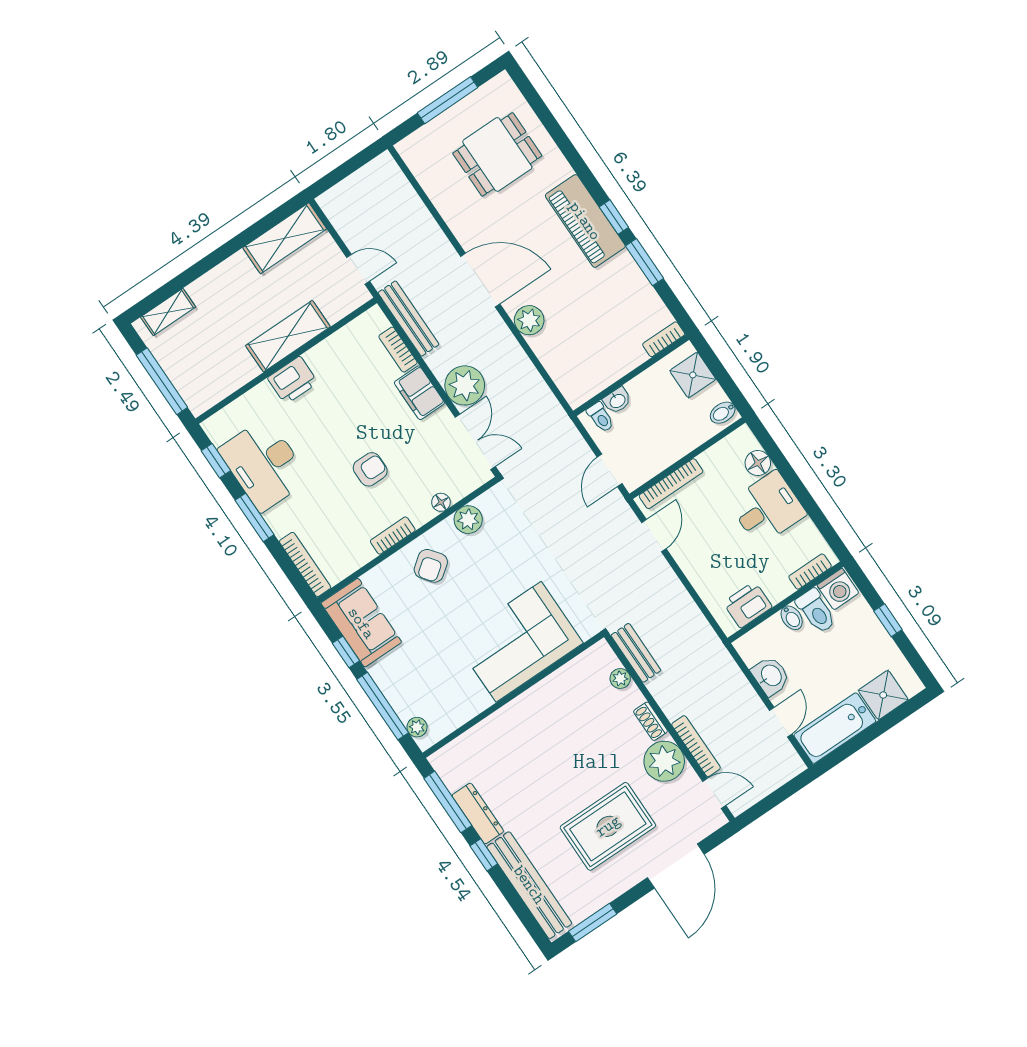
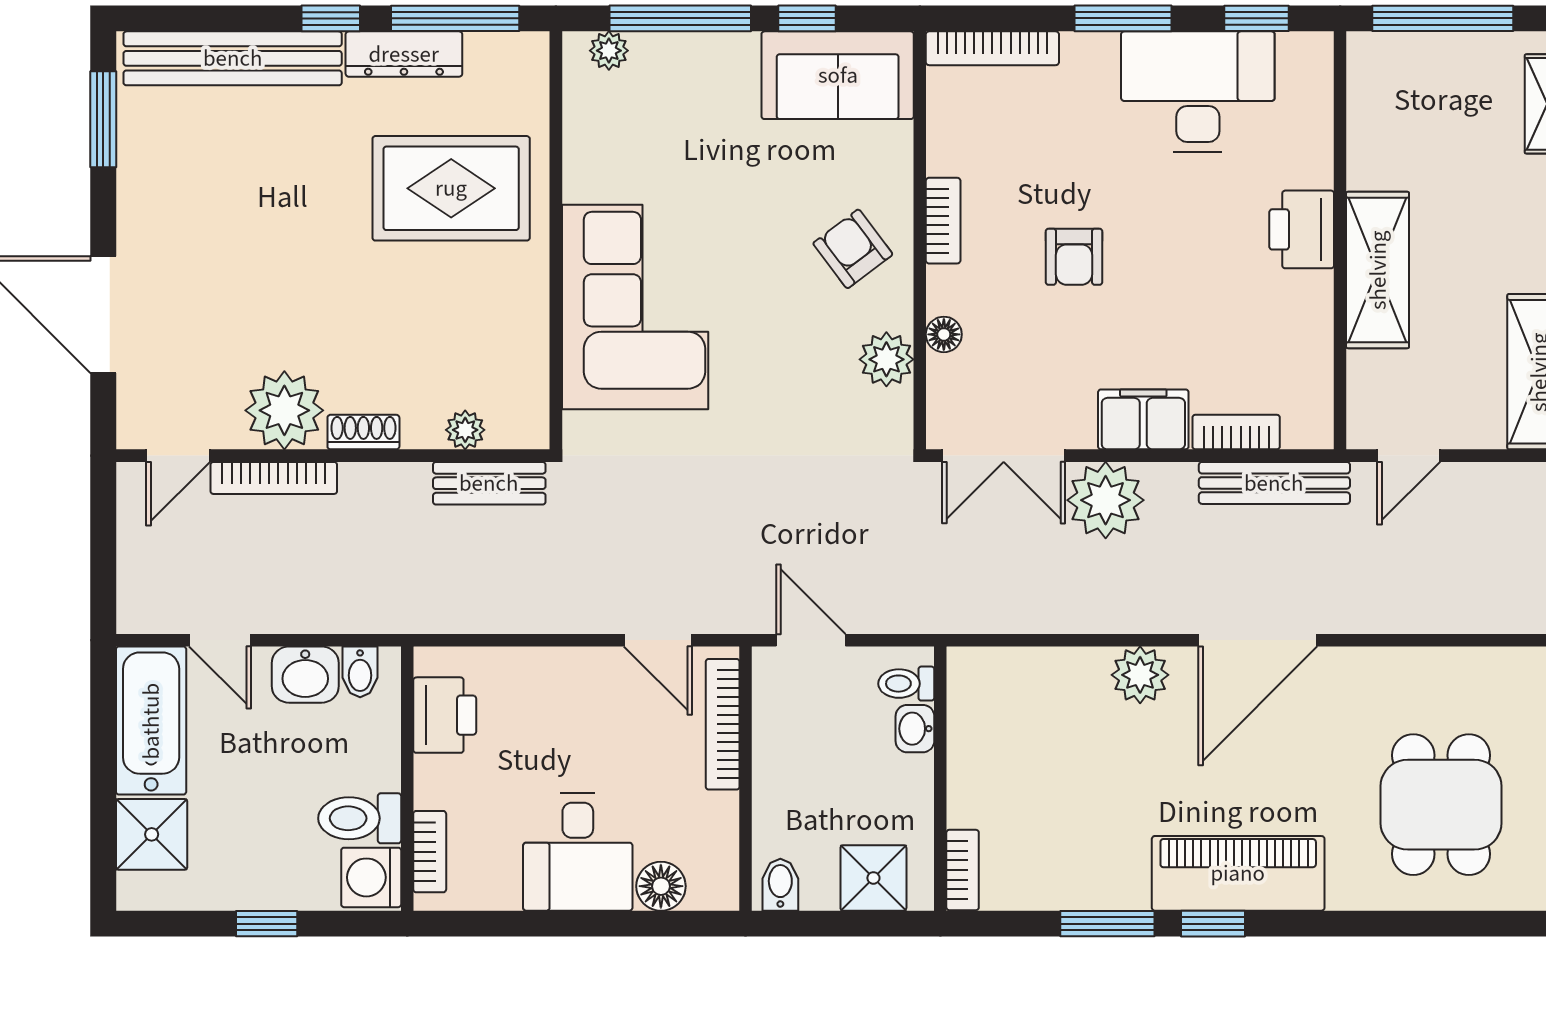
bidet: (792, 618) -> (360, 672), moved, turned -90
rug: (608, 826) -> (451, 188), moved, turned 90

